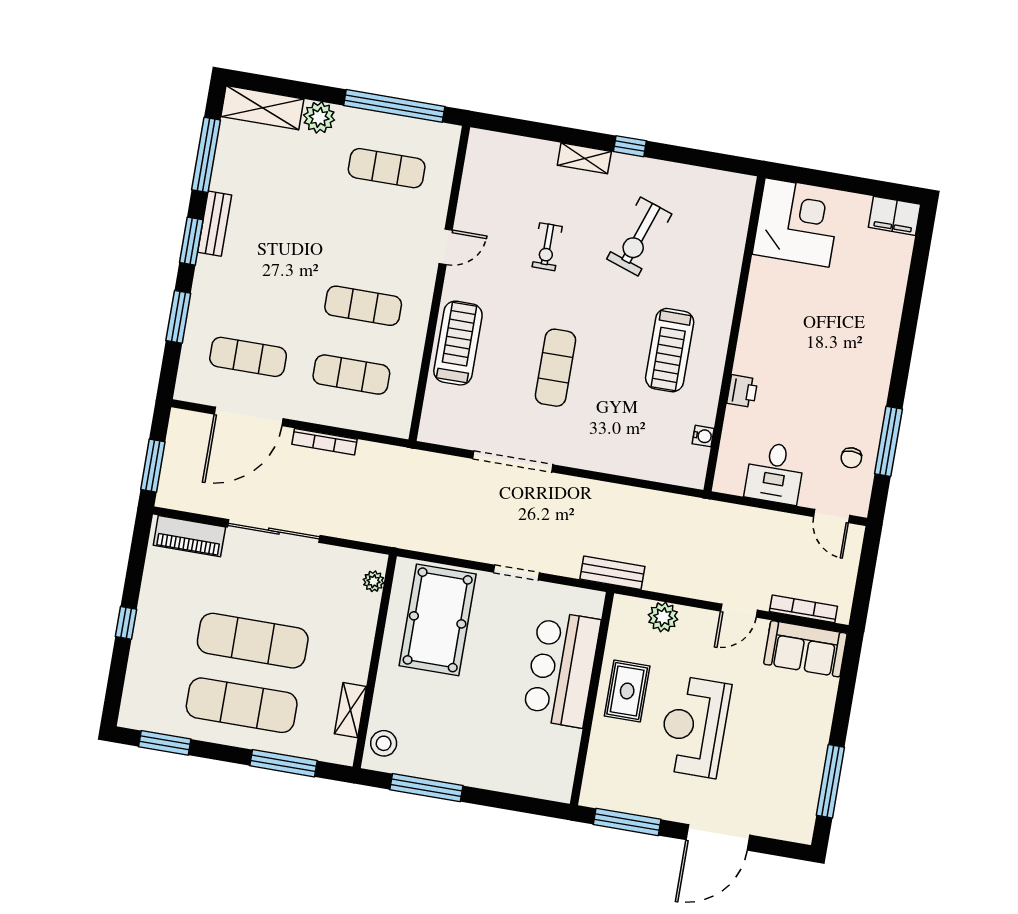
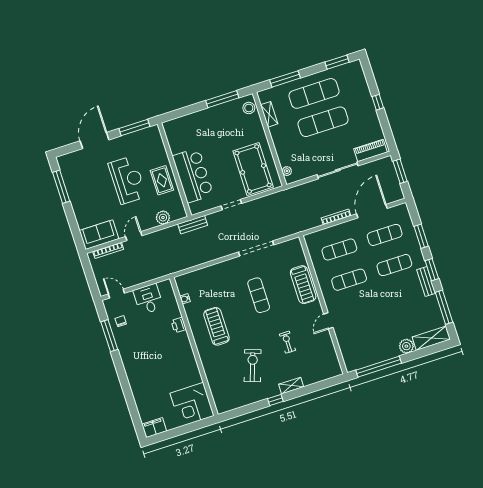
exercise mat: (387, 168) -> (394, 265), moved

